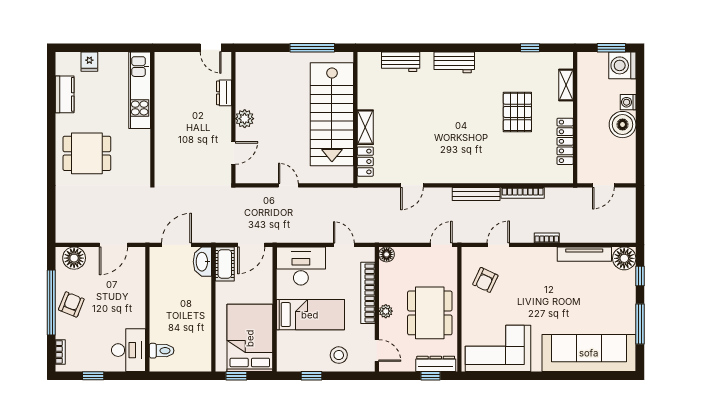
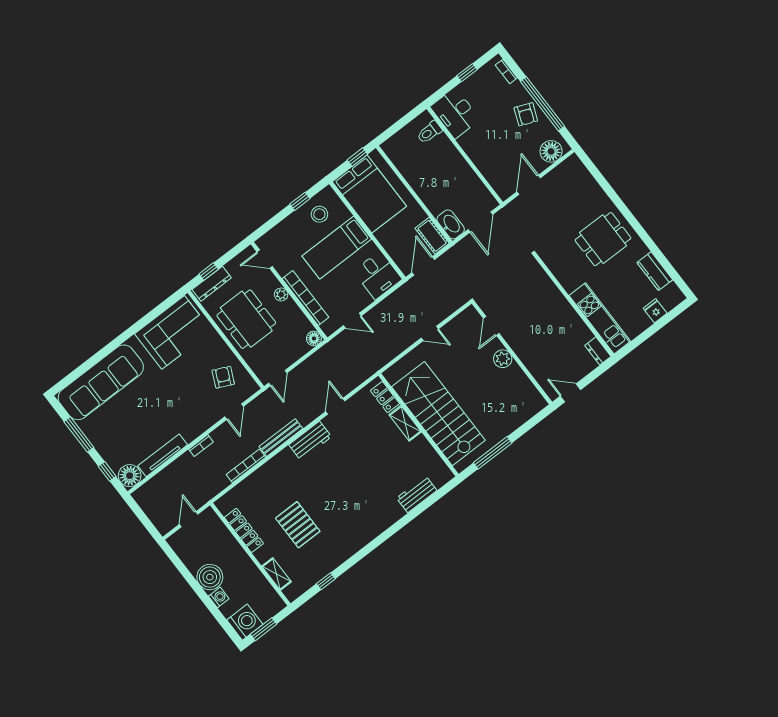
workbench: (454, 62) -> (310, 441), moved, turned 180
dresser: (224, 93) -> (598, 351), moved, turned 180
desk: (301, 266) -> (378, 275), width x0.73
stool: (339, 355) -> (319, 214), moved

